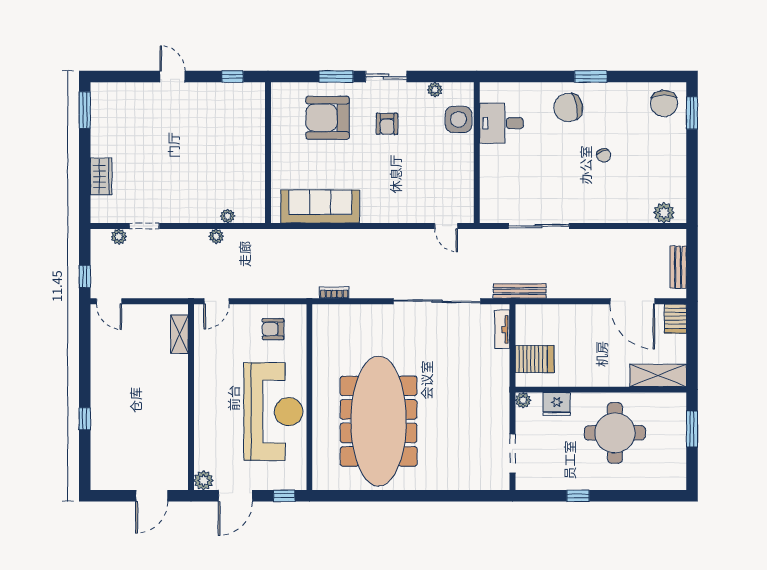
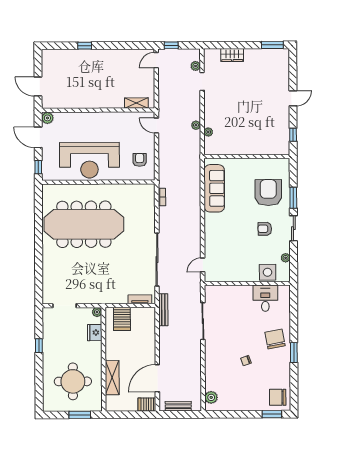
shelving: (658, 375) -> (112, 378), moved
round table: (615, 433) -> (73, 381), moved

